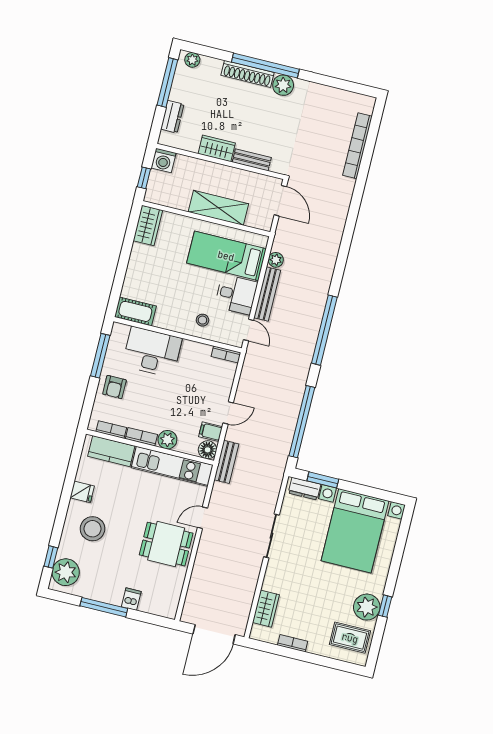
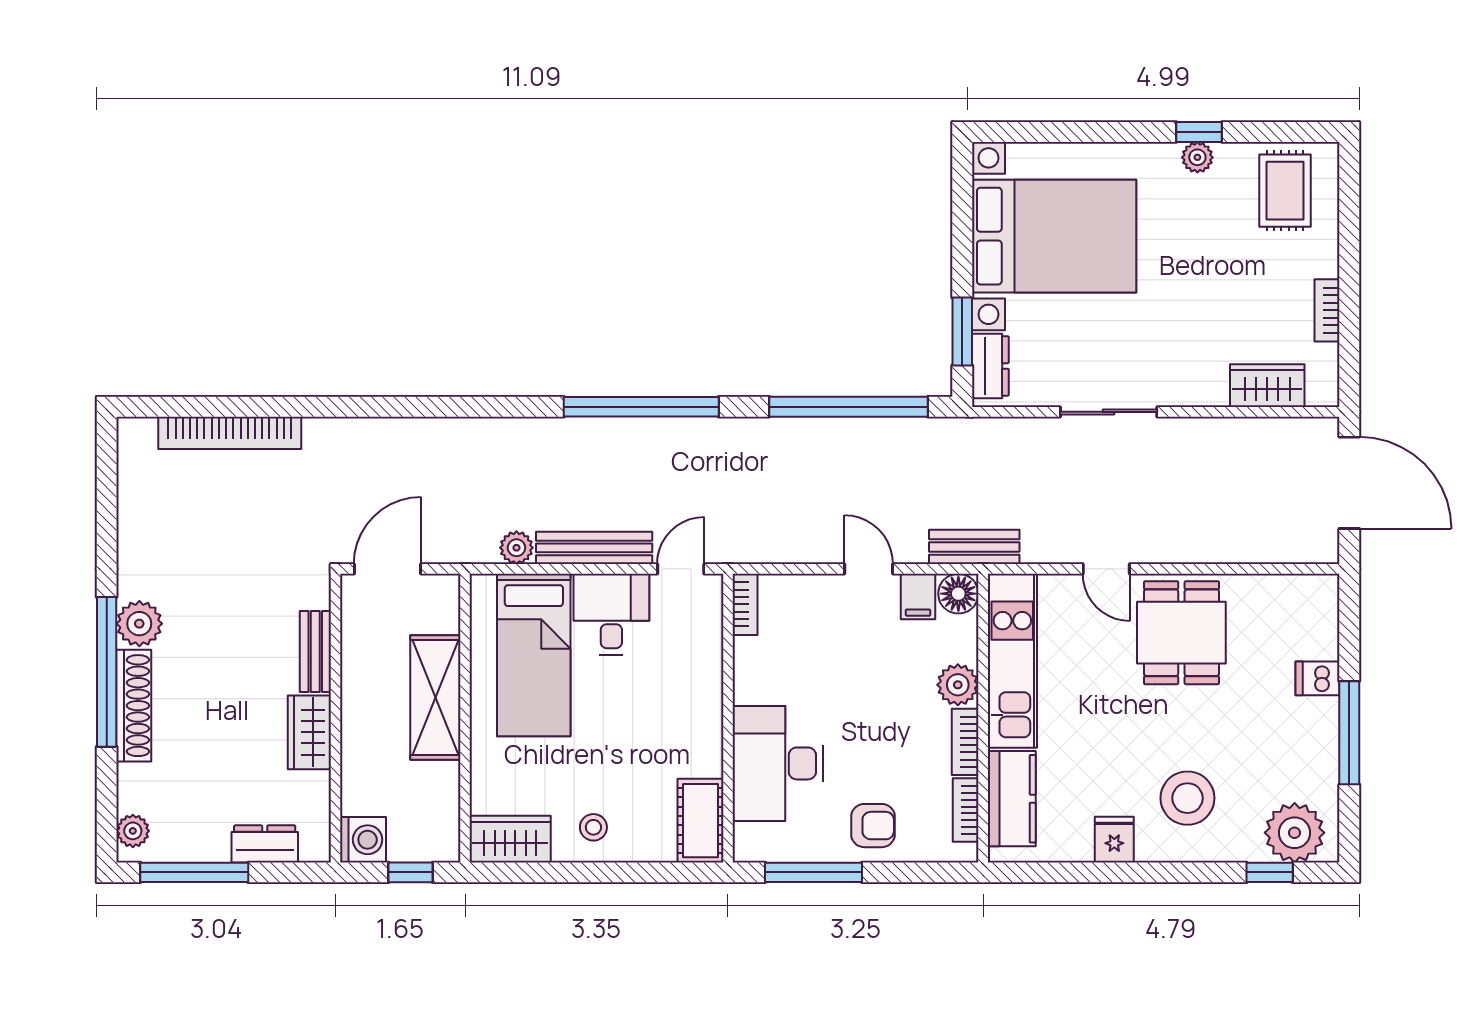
stool: (202, 320) -> (593, 827), moved
plant: (367, 607) -> (1197, 157), width x0.53, depth x0.53

